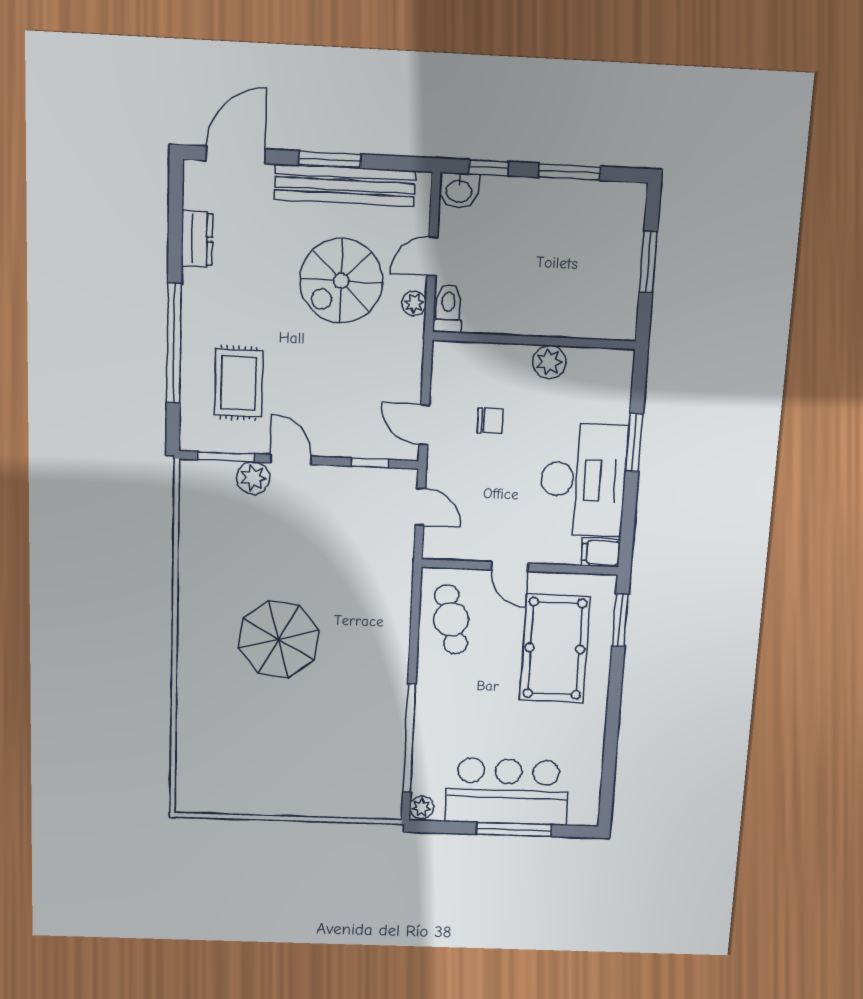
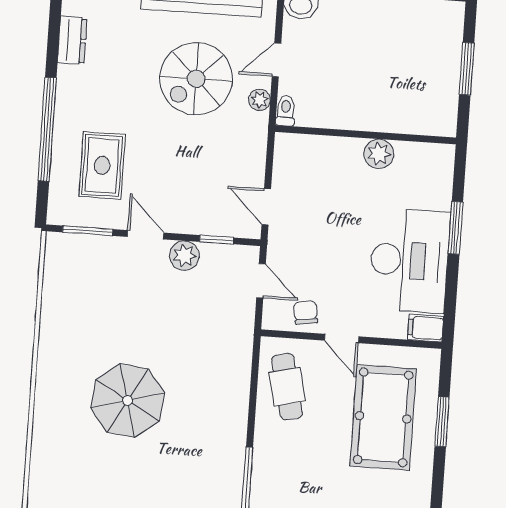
toilet: (448, 309) -> (286, 111), width x0.73, depth x0.72
chair: (490, 421) -> (306, 313), moved, turned -99
plant: (253, 478) -> (184, 256), moved
window: (620, 620) -> (442, 422), moved

